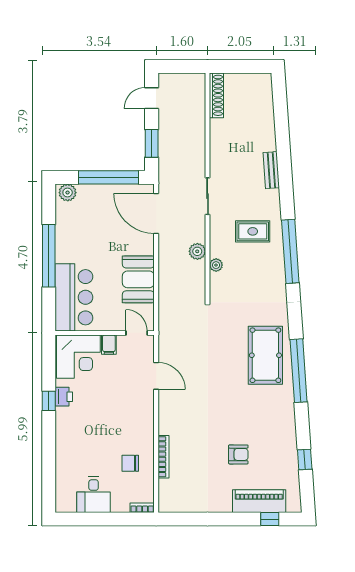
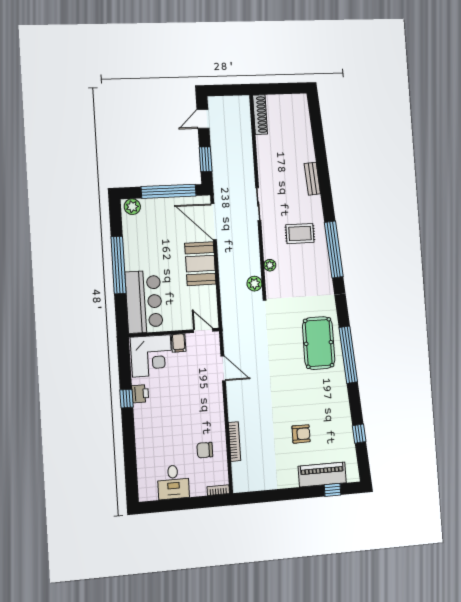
plant: (197, 251) -> (254, 284), moved
booth: (138, 279) -> (200, 264), moved

